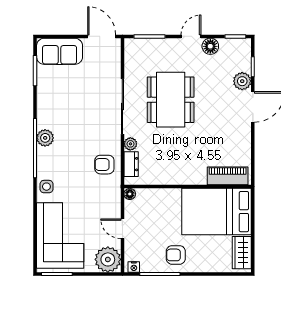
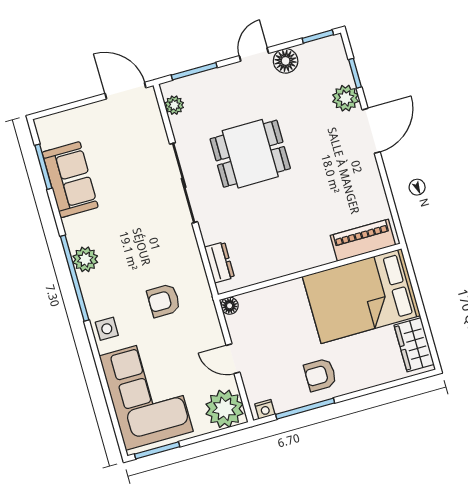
sofa: (60, 51) -> (70, 180), moved, turned -90
dining table: (171, 100) -> (250, 154), width x0.73
plant: (130, 144) -> (174, 105), moved
armchair: (104, 165) -> (164, 301), moved

